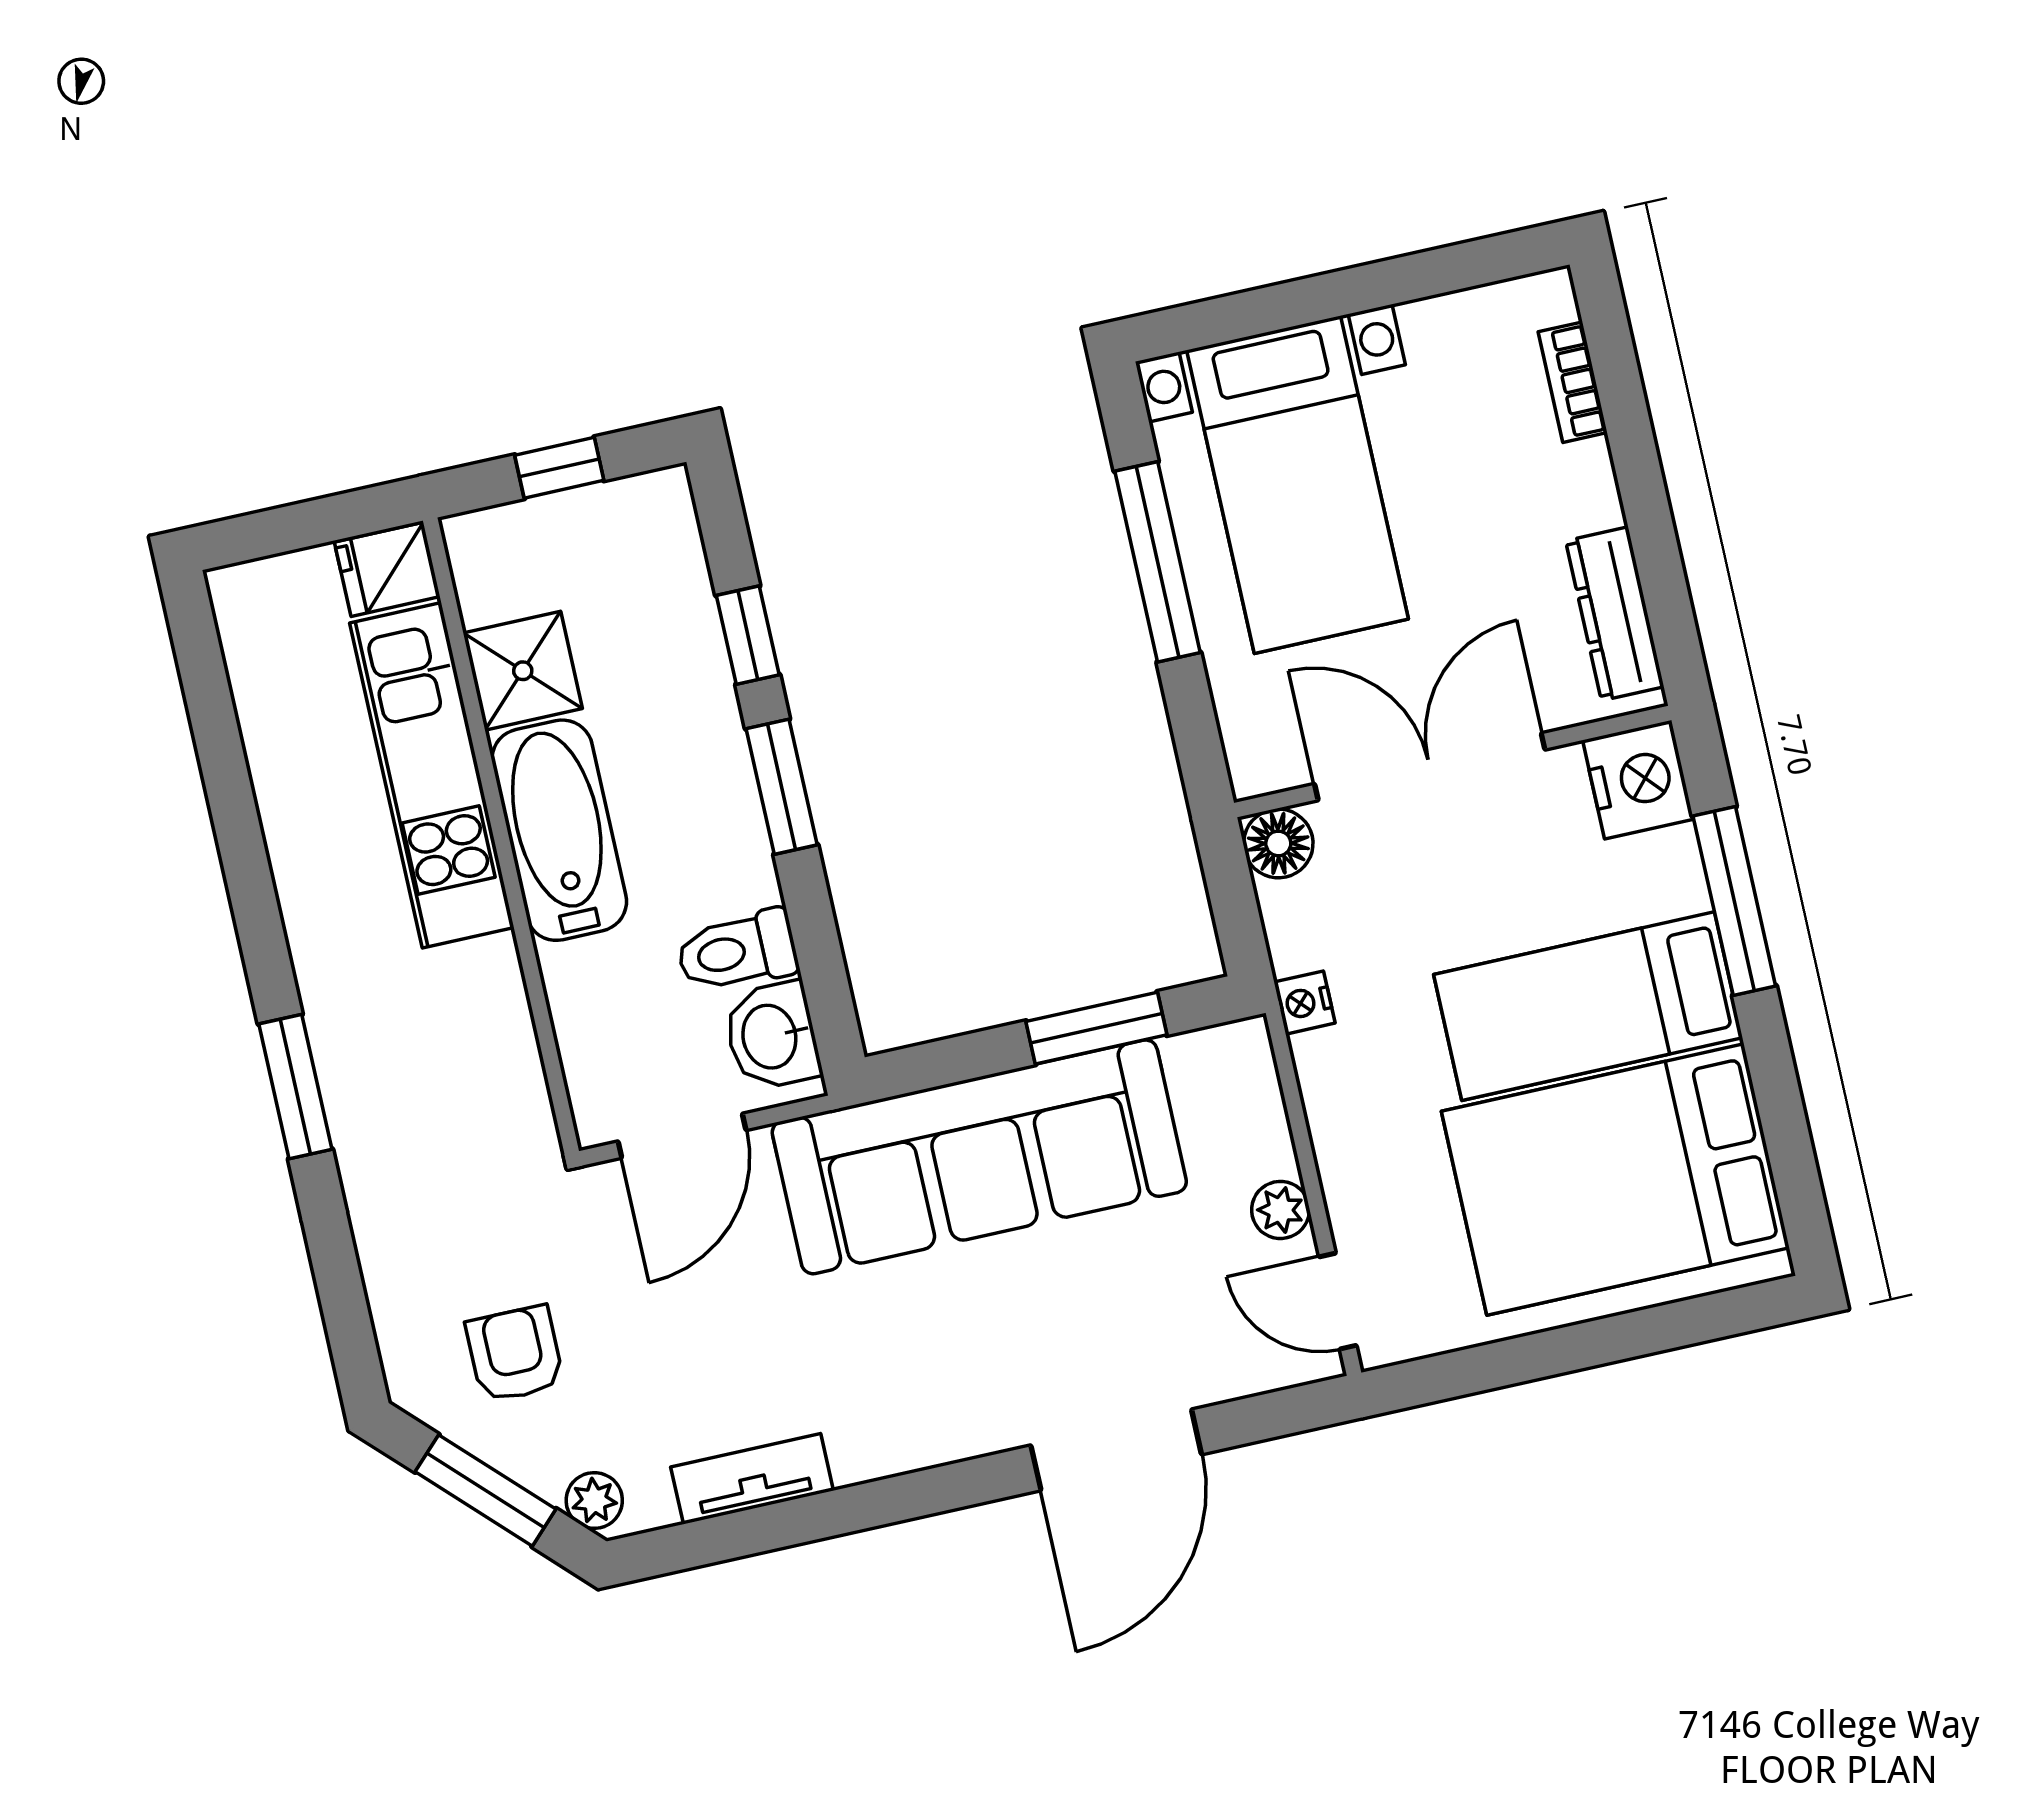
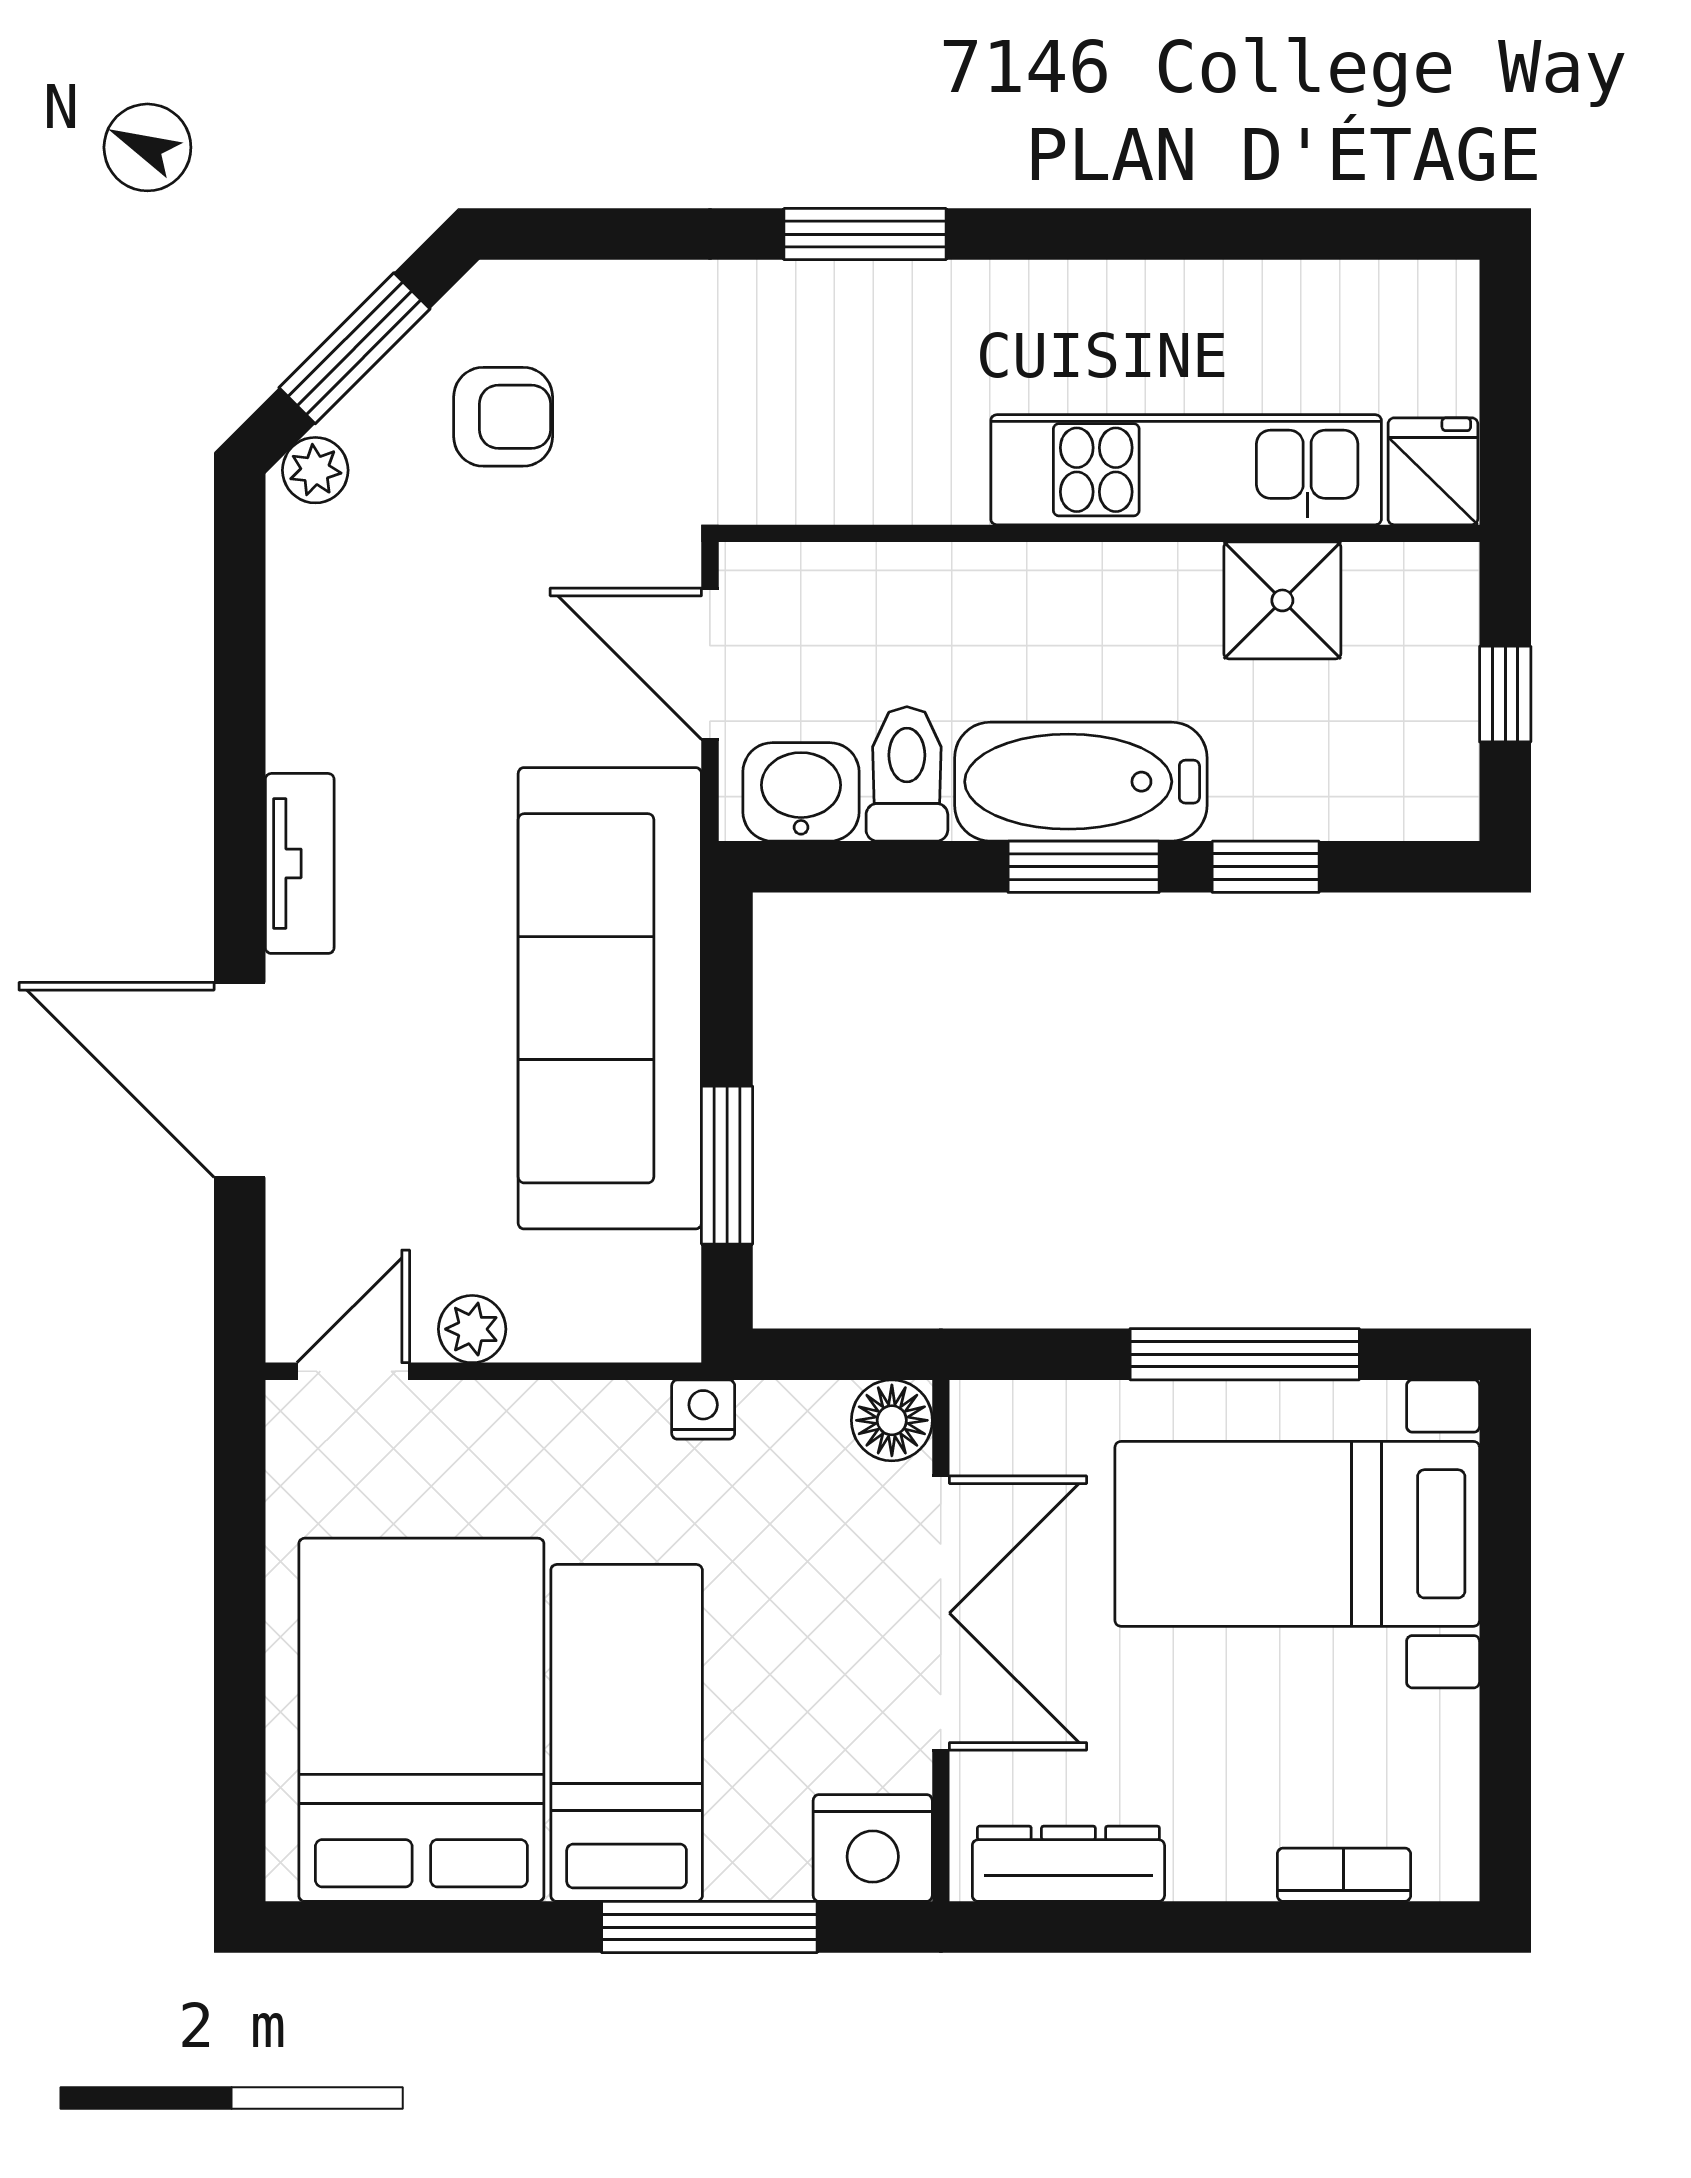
bathtub: (559, 830) -> (1081, 782), moved, turned 180
tv unit: (752, 1479) -> (300, 863), moved

